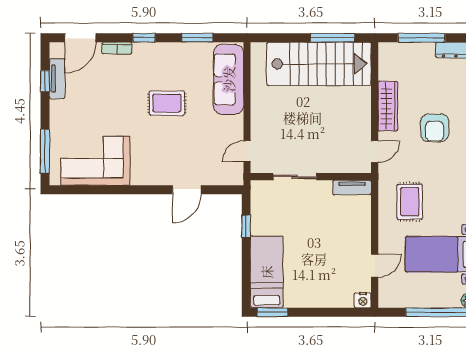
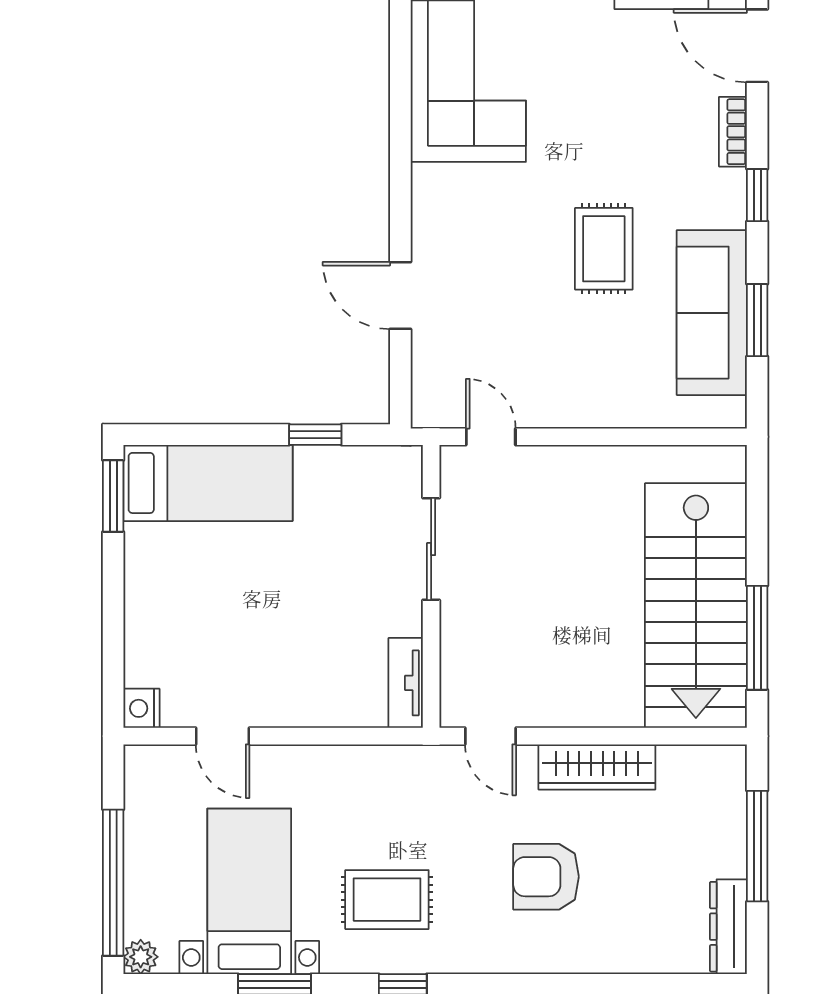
sofa: (229, 79) -> (712, 313), moved, turned -90
rug: (410, 202) -> (387, 900), moved

